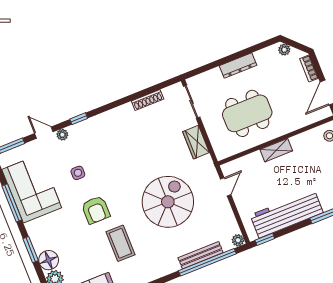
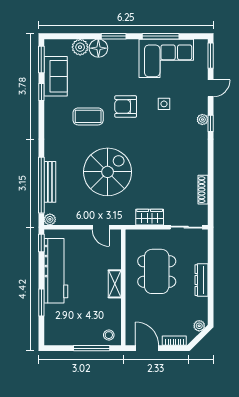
plant: (62, 135) -> (202, 119), moved
spiral stairs: (168, 202) -> (108, 172), turned -90

